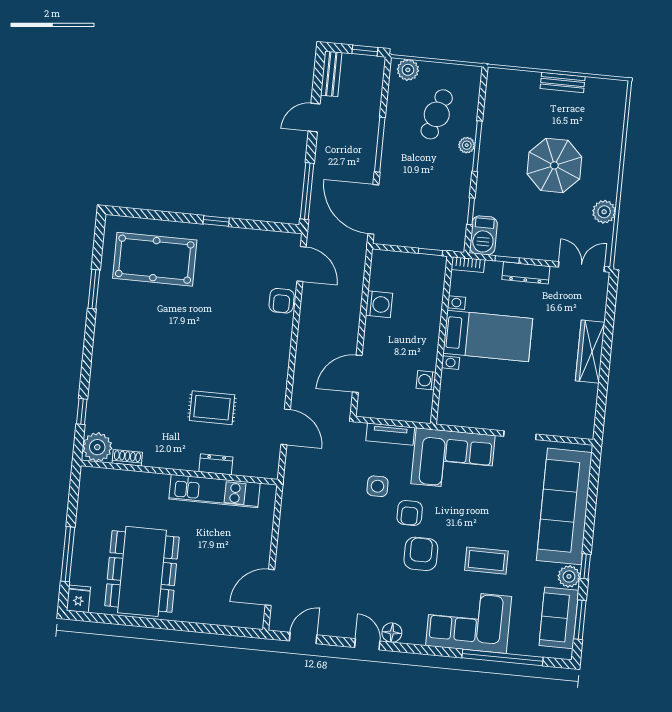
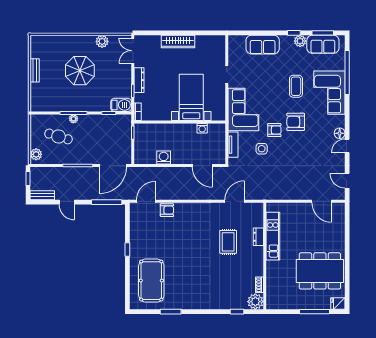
bed with nightstands: (488, 336) -> (191, 97), moved
sofa: (564, 506) -> (263, 45), width x0.54, depth x0.79

